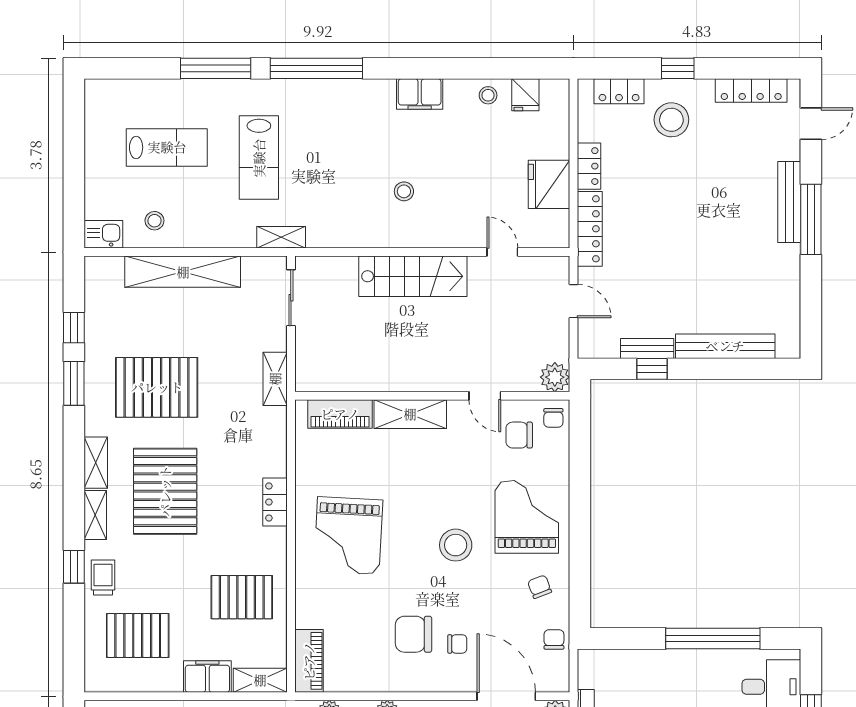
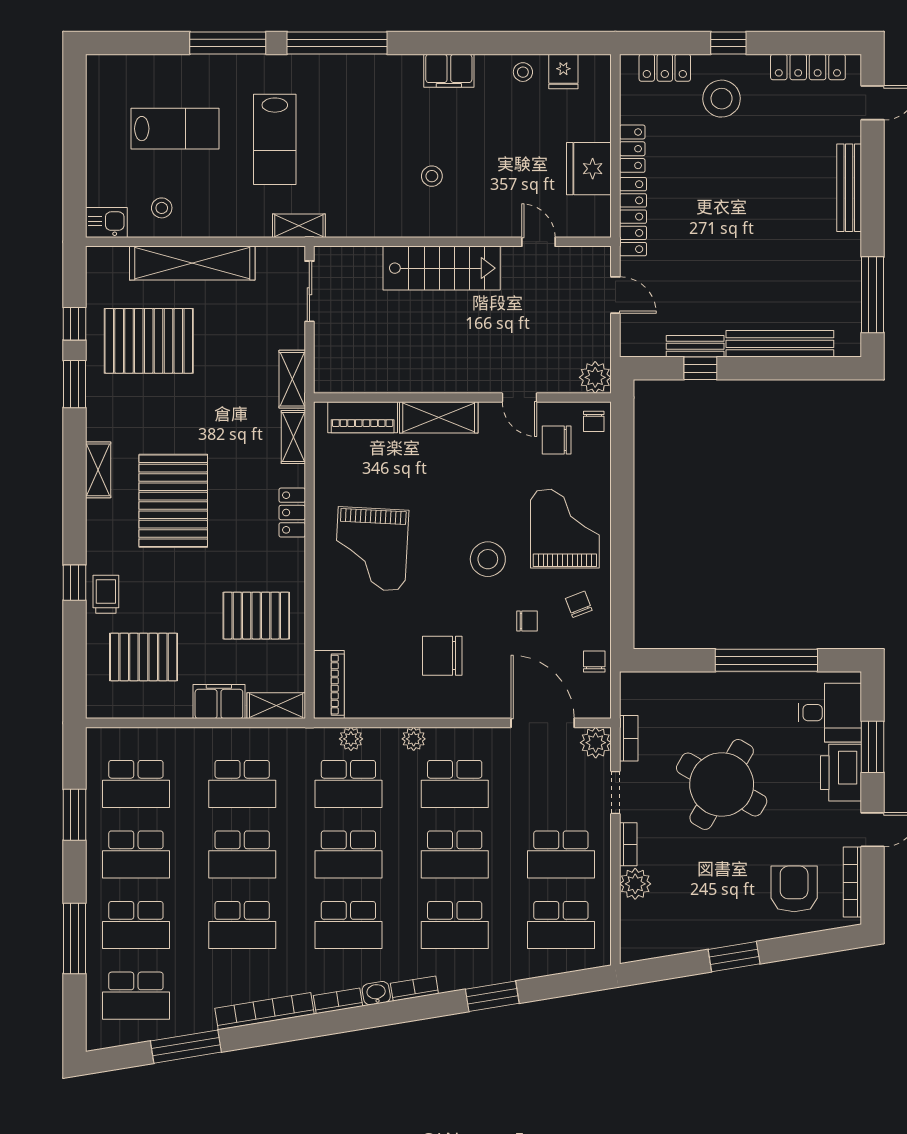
window: (811, 219) -> (873, 295), moved
pallet: (157, 387) -> (149, 341), moved
shelving: (95, 515) -> (293, 437), moved
chair: (457, 644) -> (527, 621), moved

